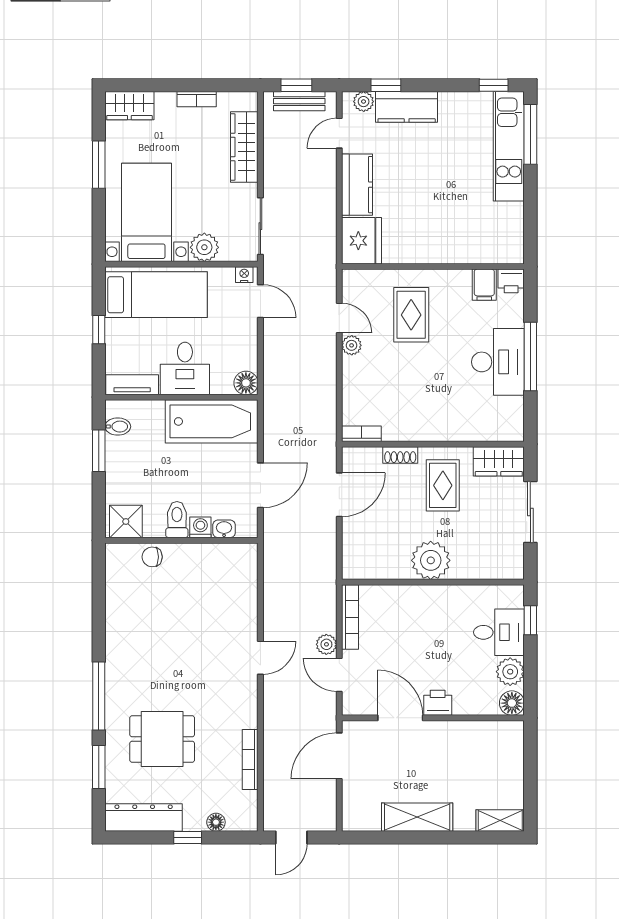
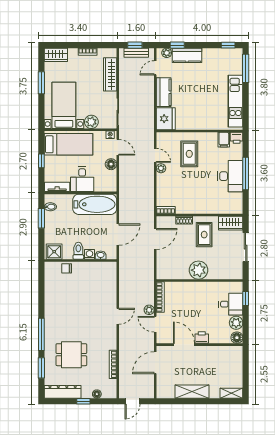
kitchen unit: (509, 146) -> (235, 101), moved
floor lamp: (246, 383) -> (111, 164), moved

